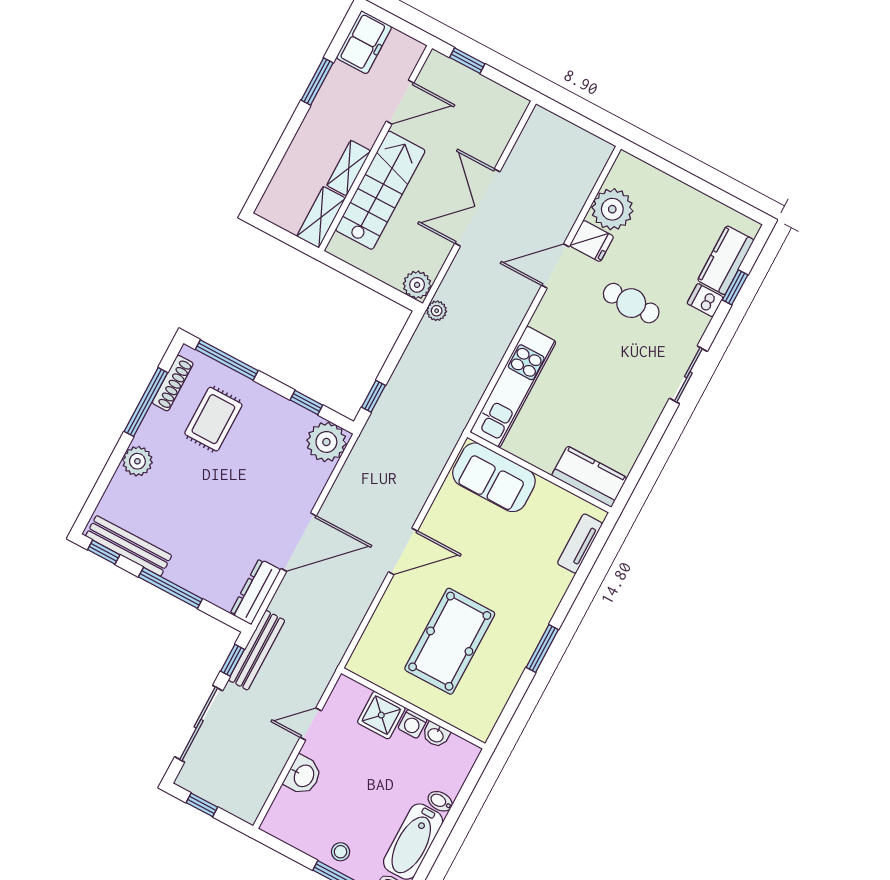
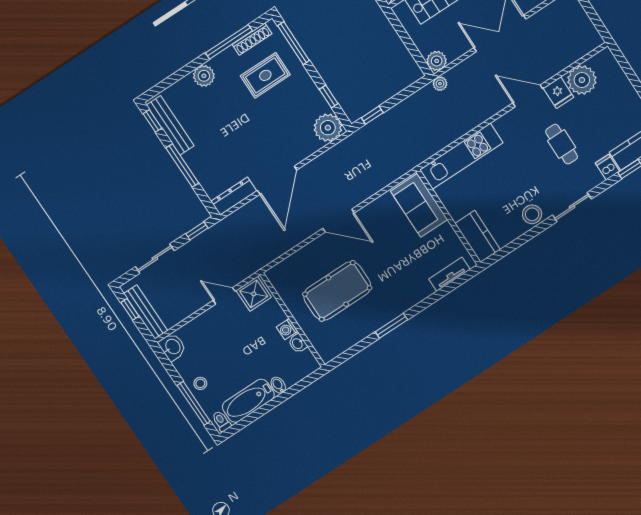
stool: (643, 411) -> (532, 214), added
door: (299, 542) -> (277, 180), hinge flipped
bench: (257, 650) -> (146, 312), moved, turned 90
shower: (381, 715) -> (254, 294), moved
sliding door: (199, 724) -> (155, 259), width x0.73
washbasin: (303, 775) -> (172, 347), moved, turned -90

